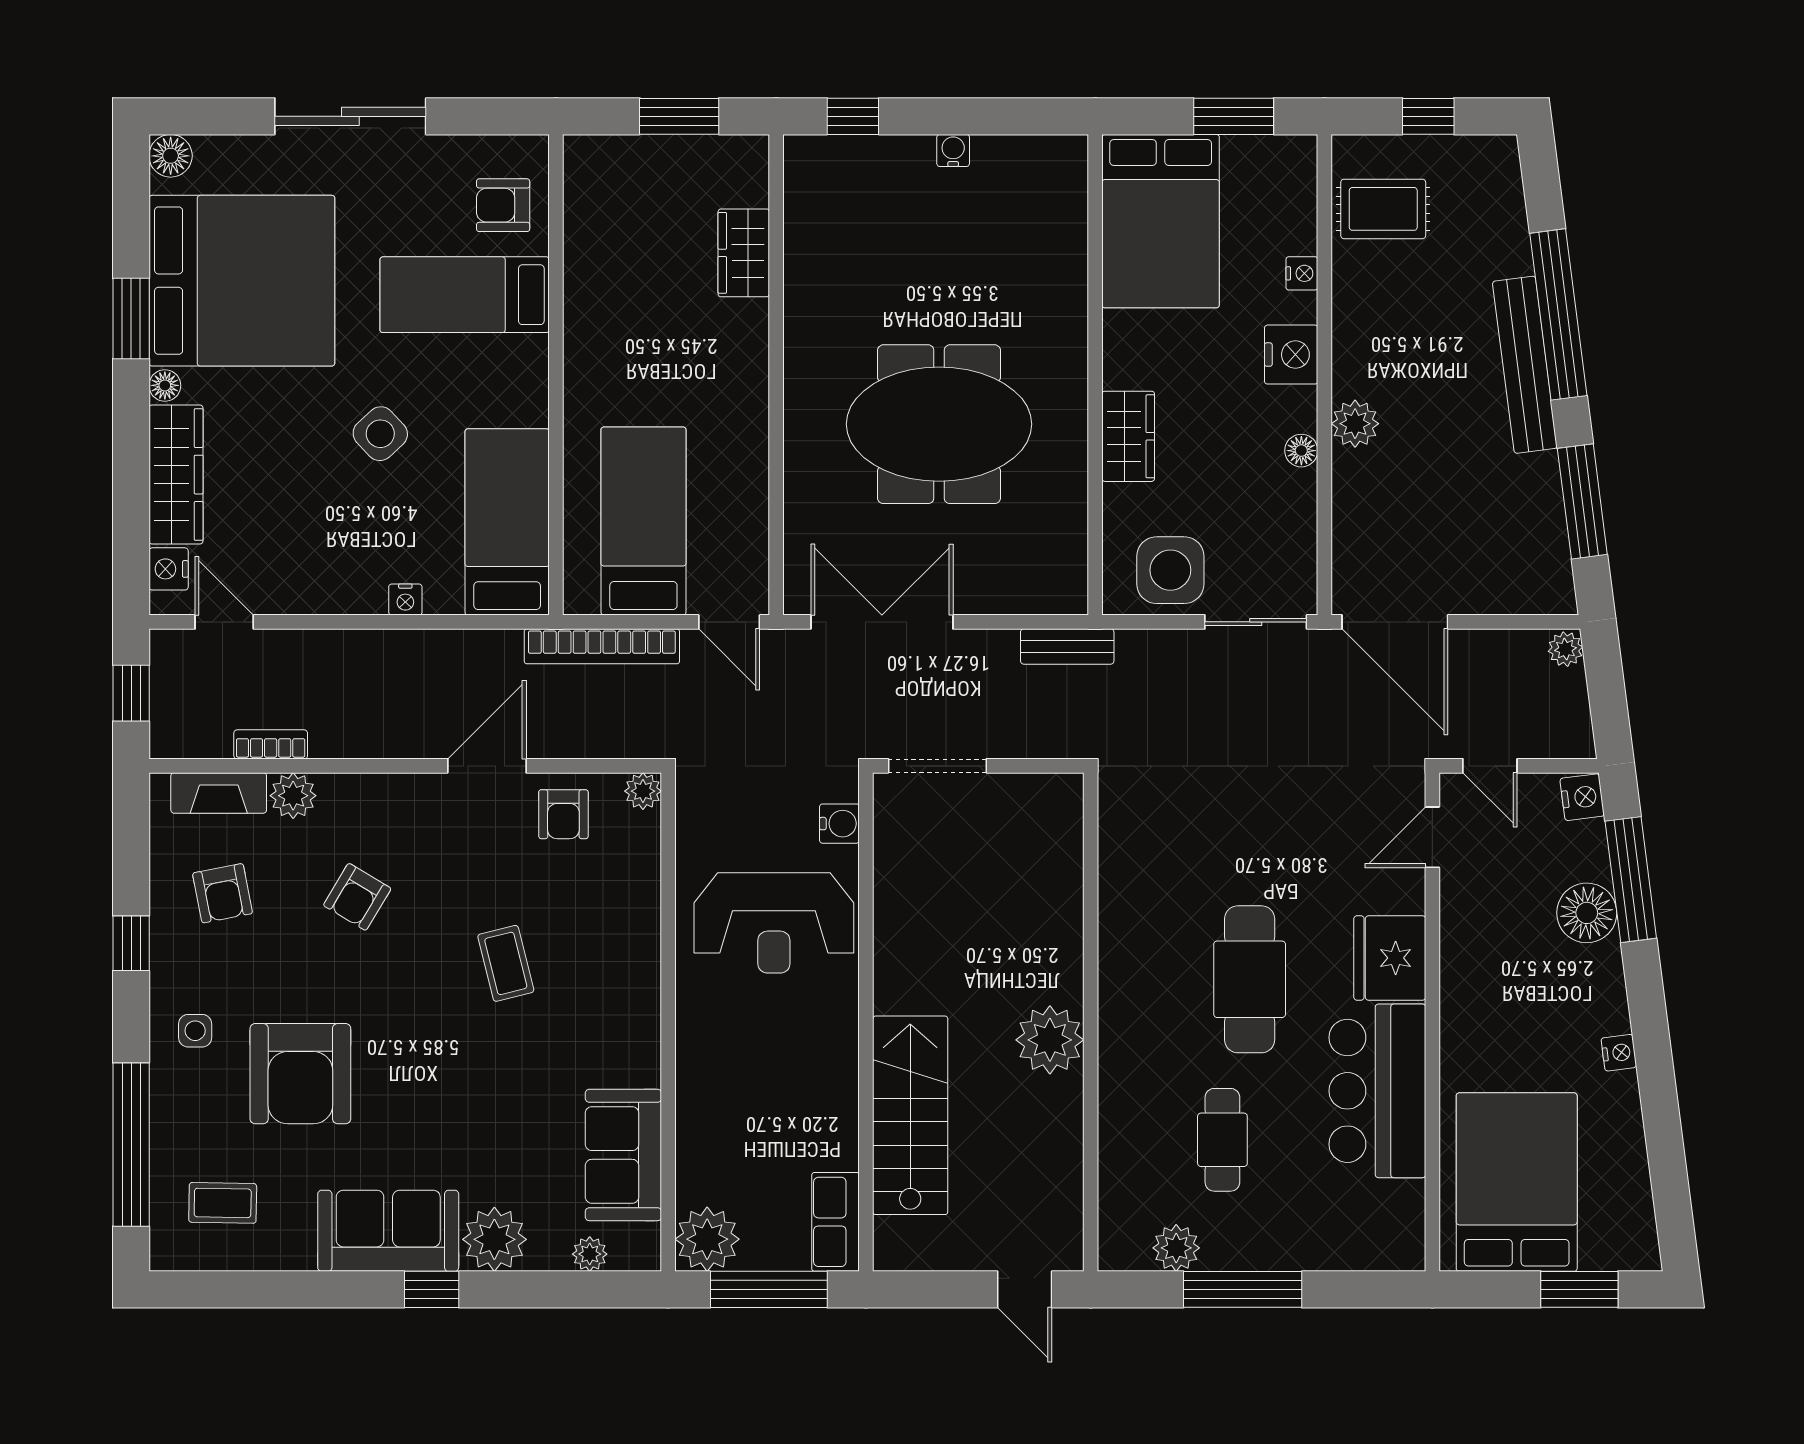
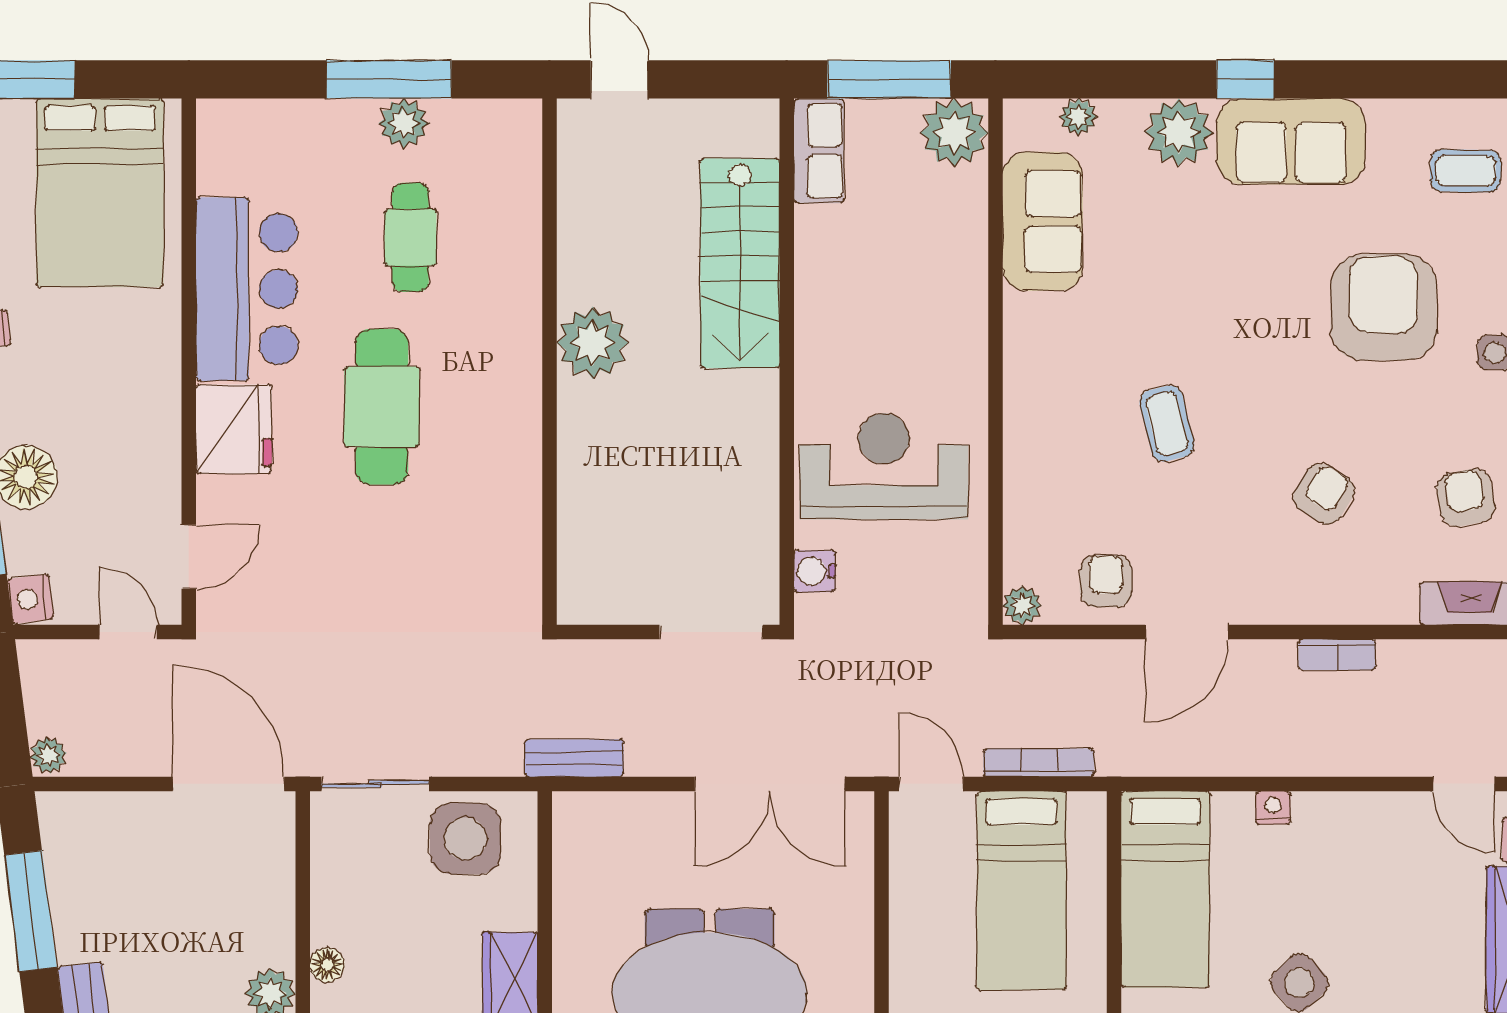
bookcase: (602, 646) -> (1039, 763), width x0.68, depth x0.76
bookcase: (271, 744) -> (1337, 655), moved
plant: (293, 796) -> (1391, 601), removed
plant: (1176, 1248) -> (404, 123), moved

